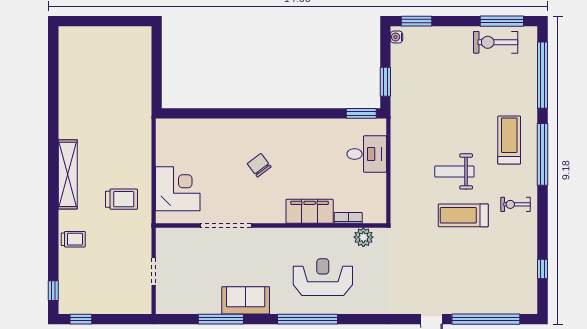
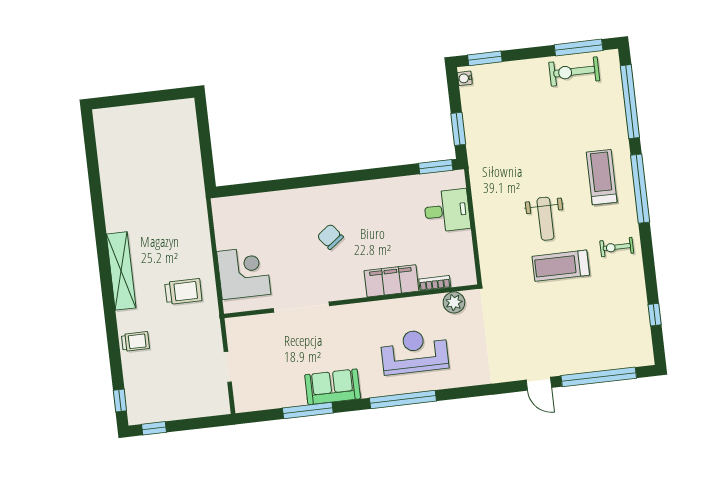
weight bench: (454, 171) -> (545, 219), turned -90

